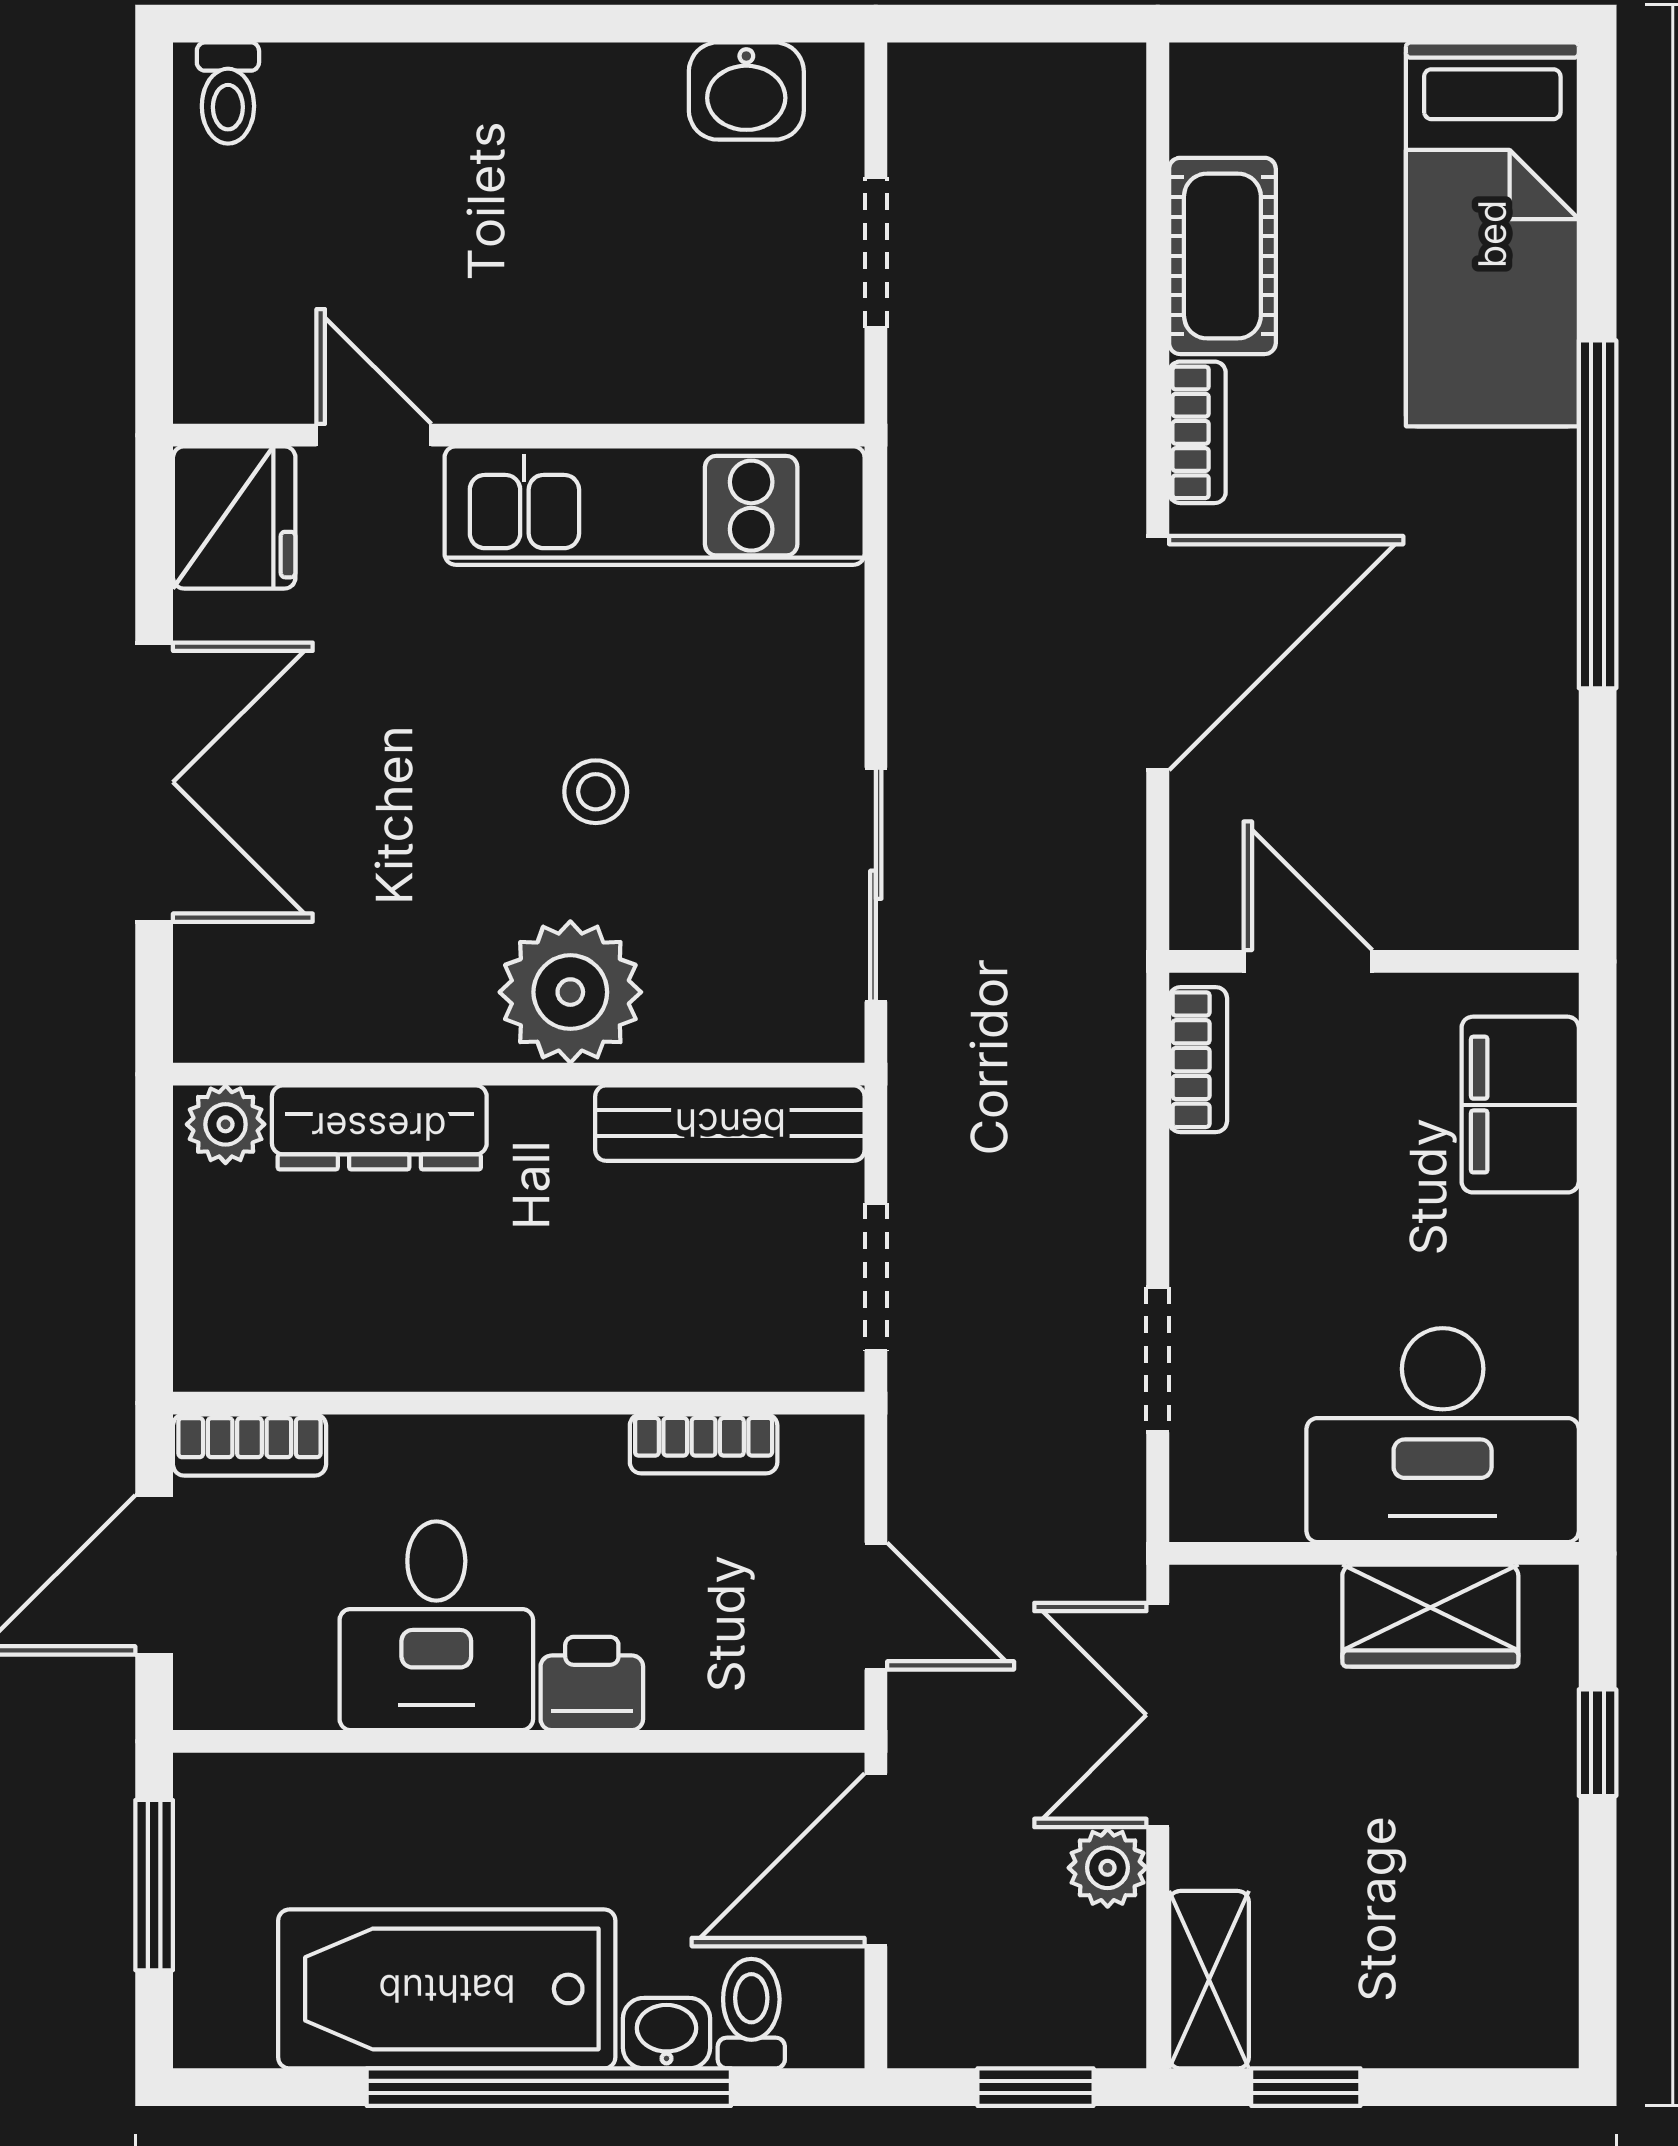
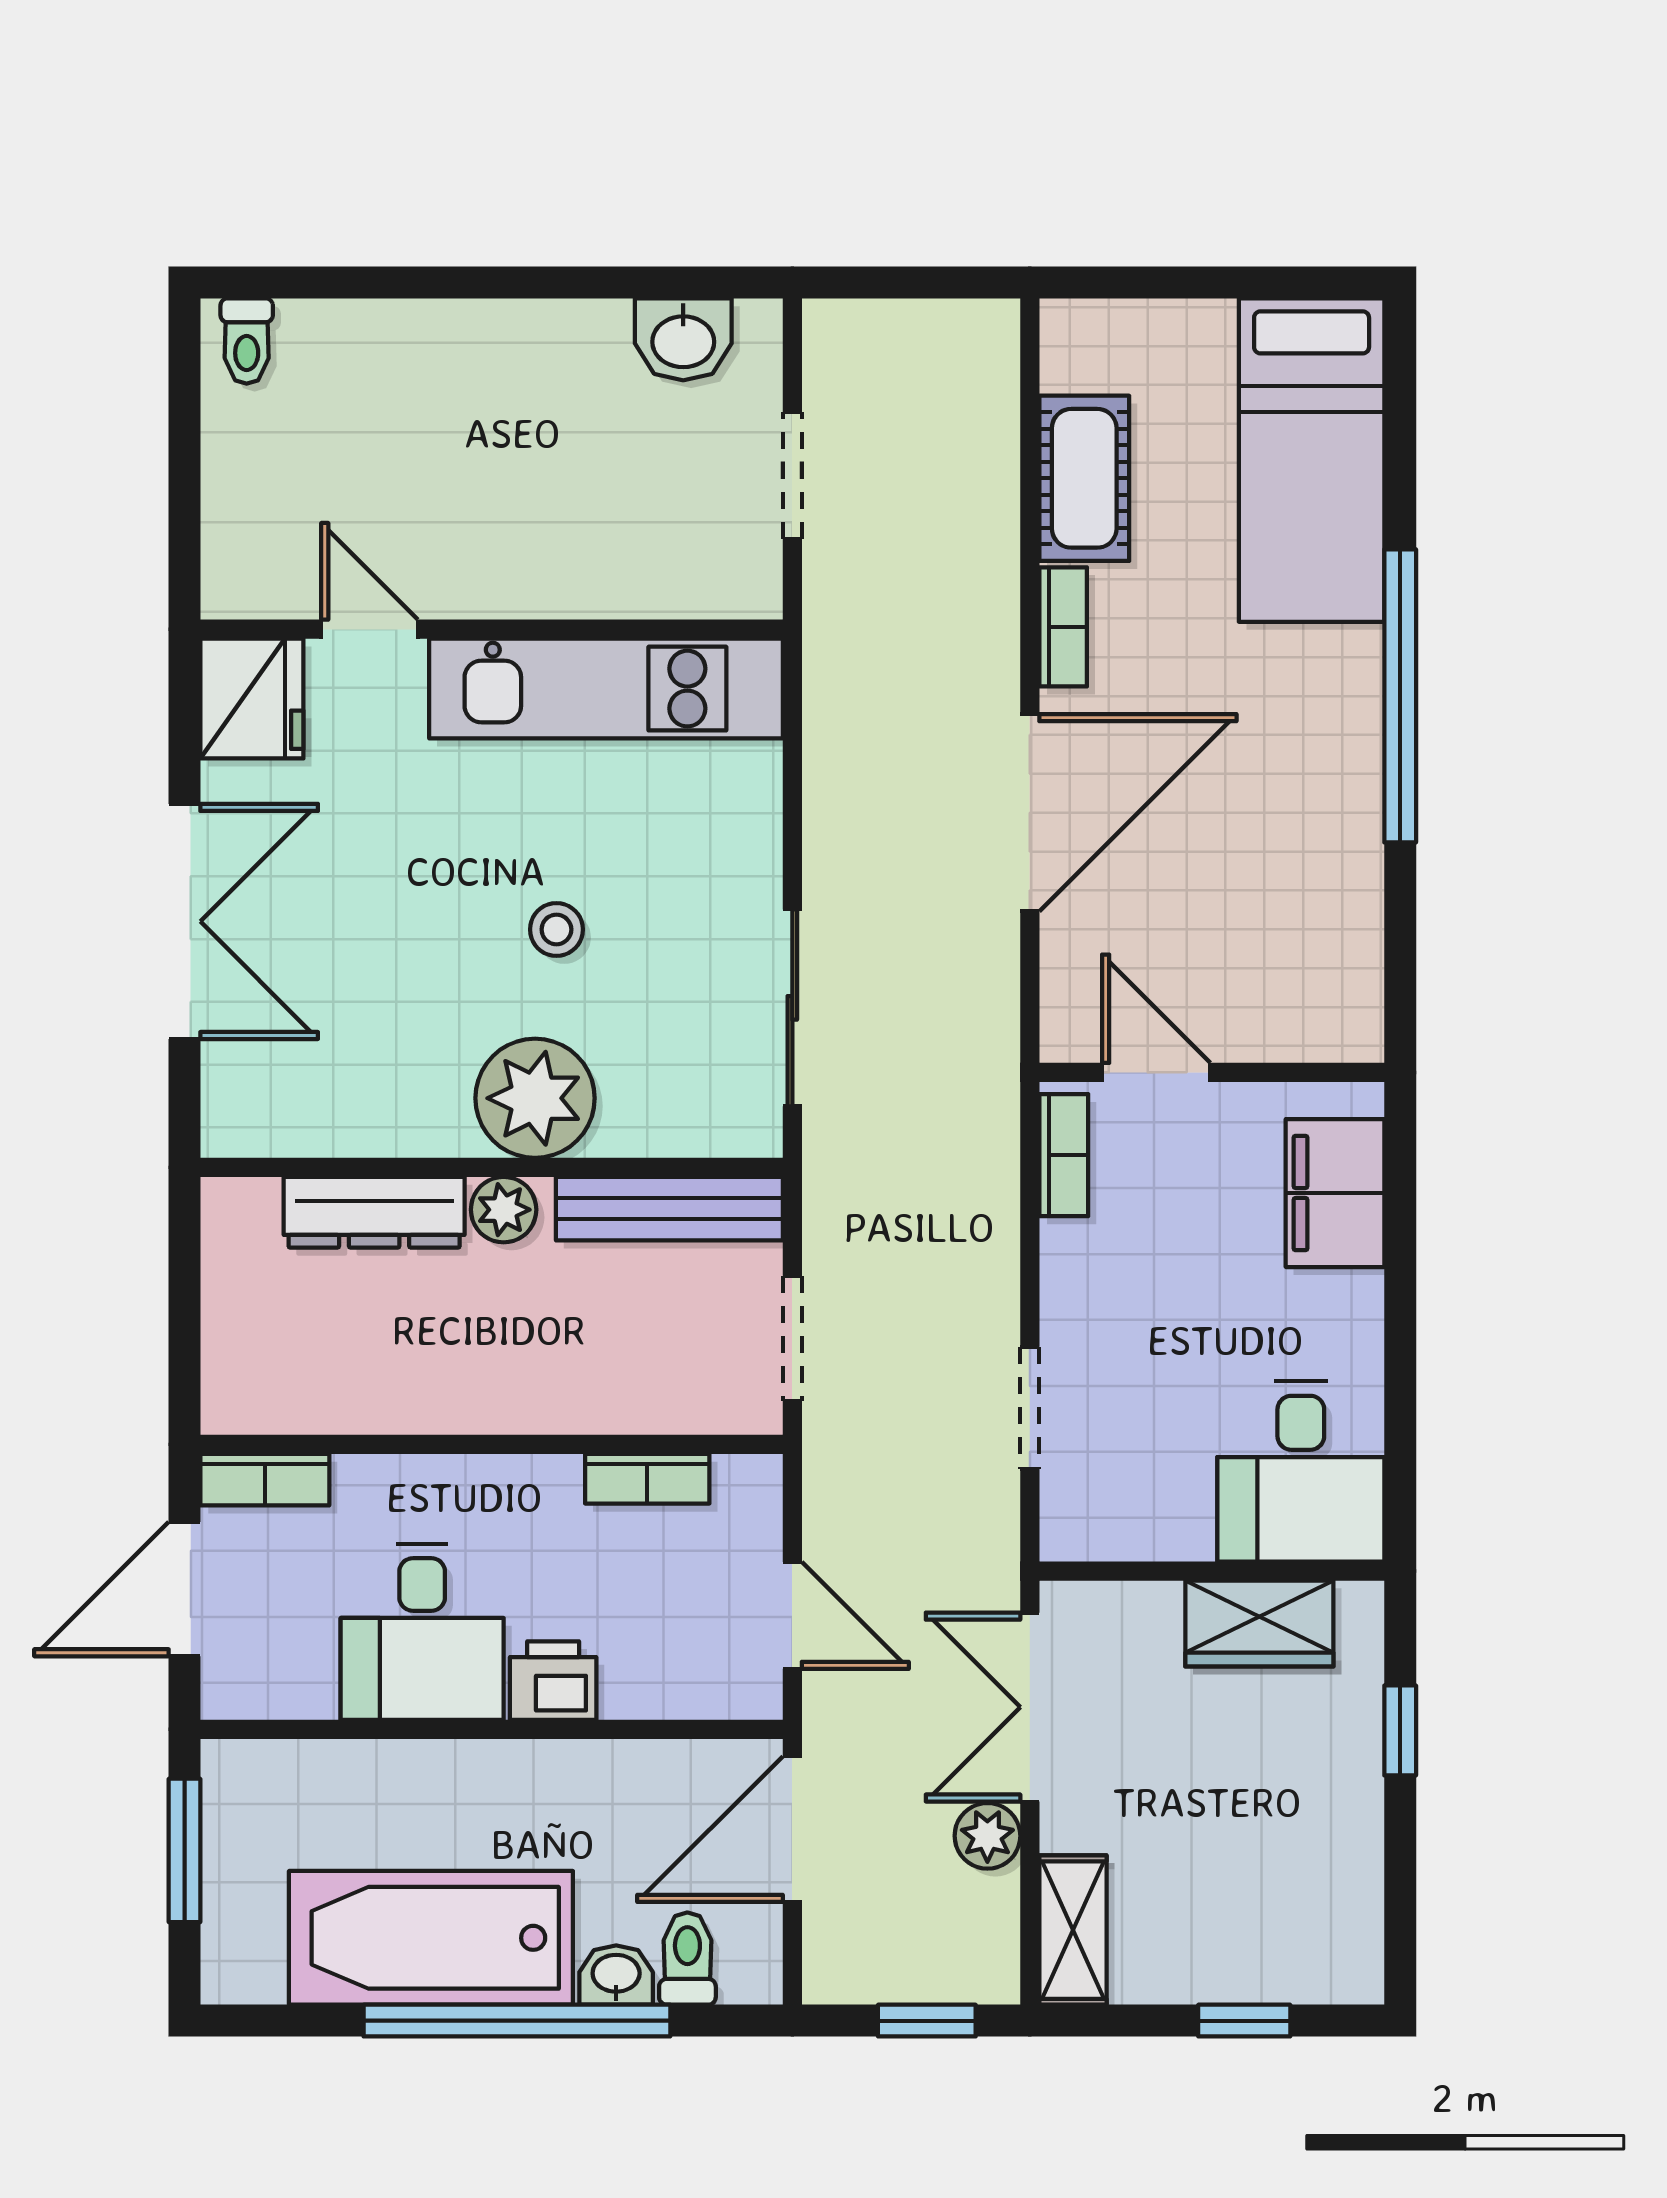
plant: (226, 1124) -> (504, 1210), moved
desk: (1443, 1435) -> (1301, 1471), width x0.73
window: (1306, 2087) -> (1244, 2021), moved

